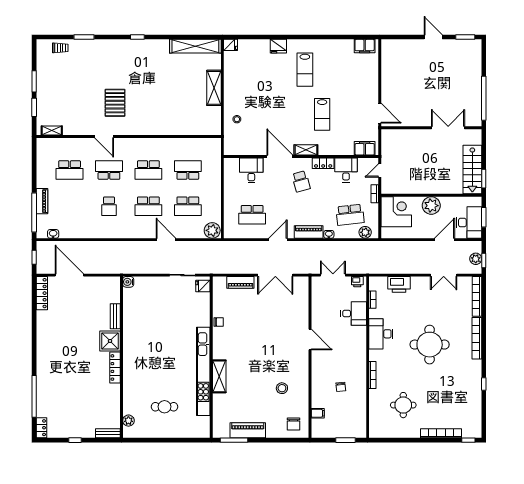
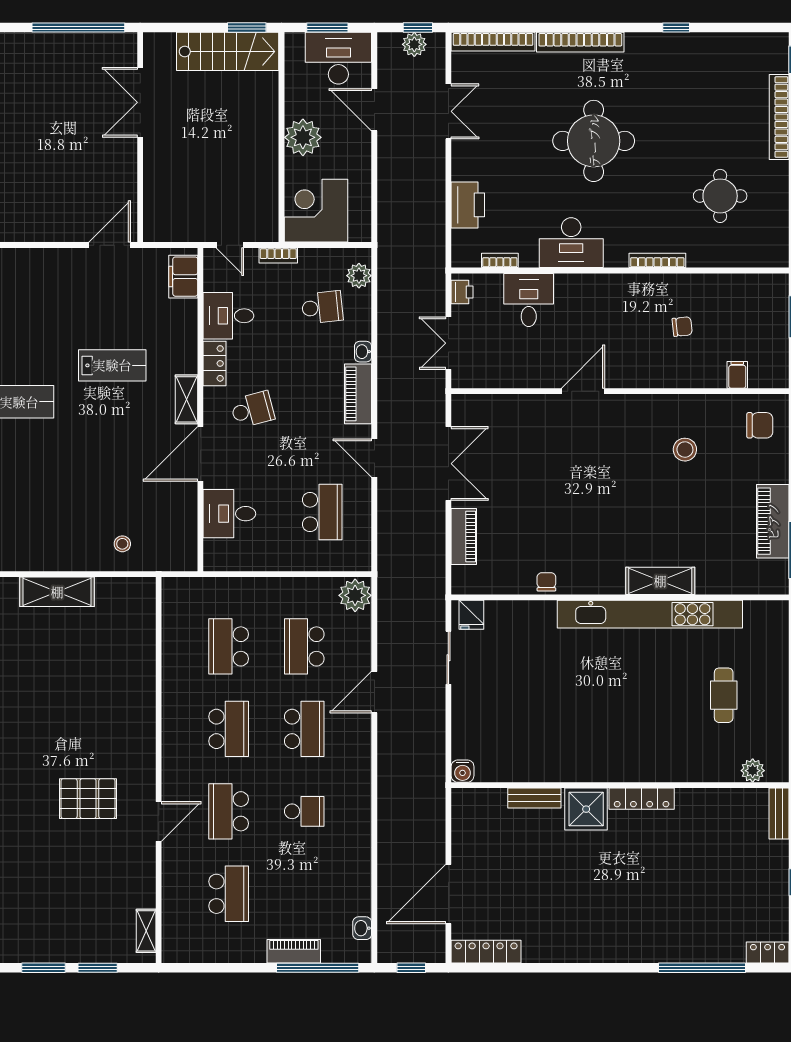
school desk: (188, 206) -> (304, 646), turned 180
school desk: (350, 215) -> (322, 307), width x0.54

